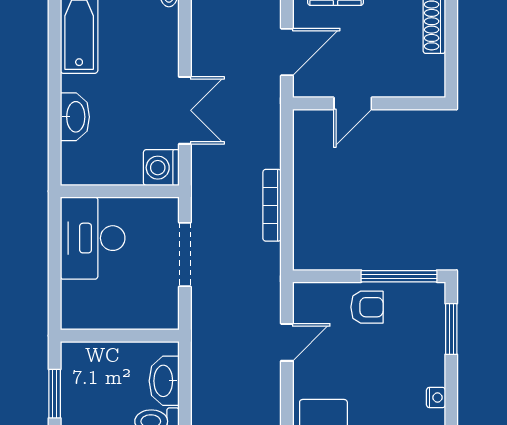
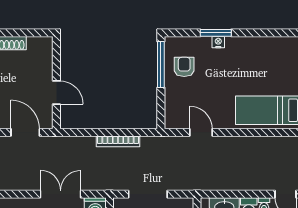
armchair: (367, 307) -> (184, 67), moved
window: (451, 329) -> (216, 33), moved
nightstand: (436, 398) -> (218, 42), moved

